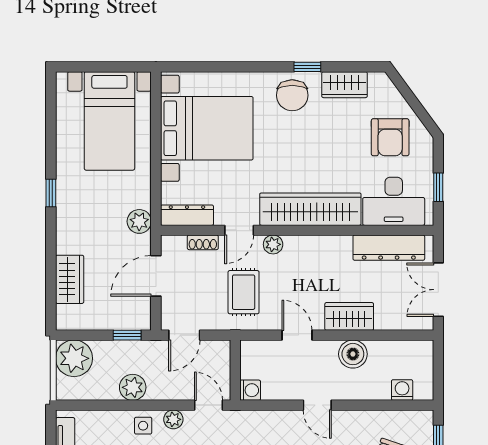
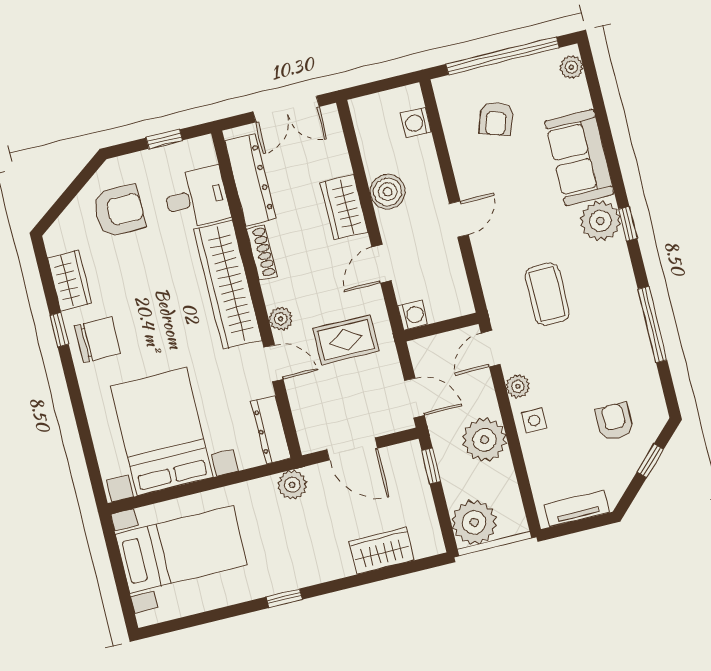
desk: (394, 201) -> (196, 198), width x0.73
shoe rack: (203, 242) -> (262, 253), moved, width x1.43
plant: (133, 387) -> (484, 440), width x1.36, depth x1.36
washing machine: (250, 390) -> (413, 315), moved, turned 90

